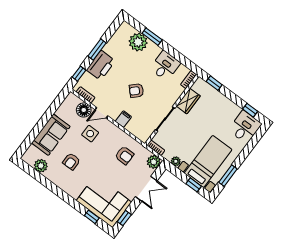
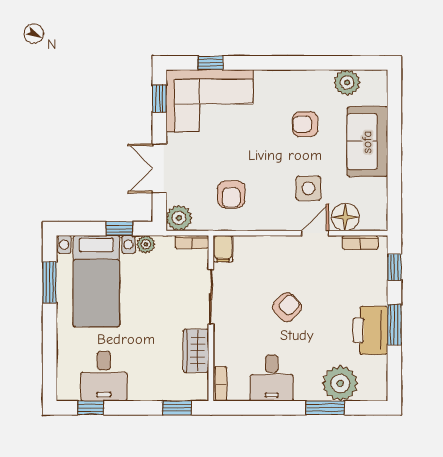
printer: (101, 65) -> (370, 330), moved
filing cabinet: (123, 119) -> (223, 249), moved
desk: (245, 127) -> (104, 376), moved
armchair: (124, 155) -> (231, 194), turned -90
armchair: (71, 162) -> (305, 124), turned -90
window: (194, 185) -> (119, 229), moved

